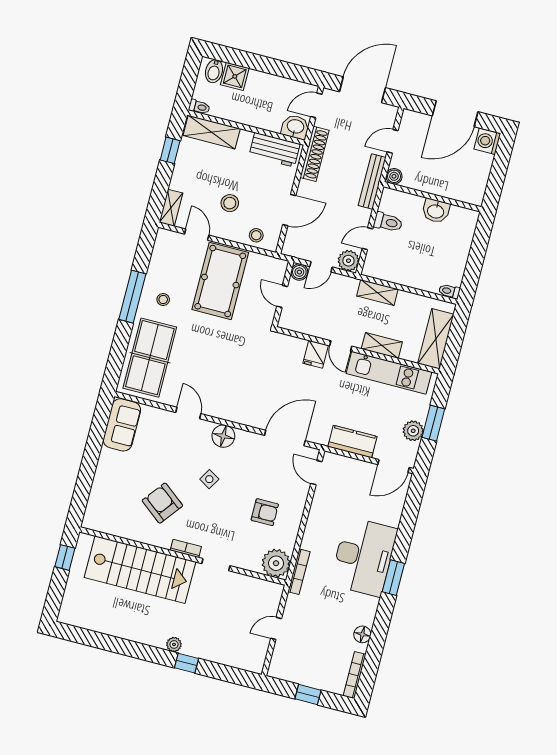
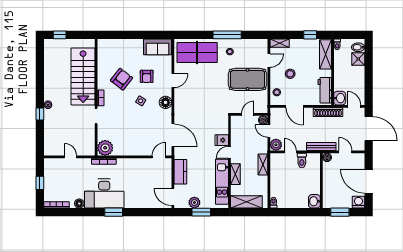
window: (497, 179) -> (340, 212), added
washbasin: (436, 211) -> (314, 201), moved
armchair: (265, 512) -> (147, 76), moved
window: (65, 557) -> (60, 35), moved
desk: (364, 557) -> (104, 194), moved

